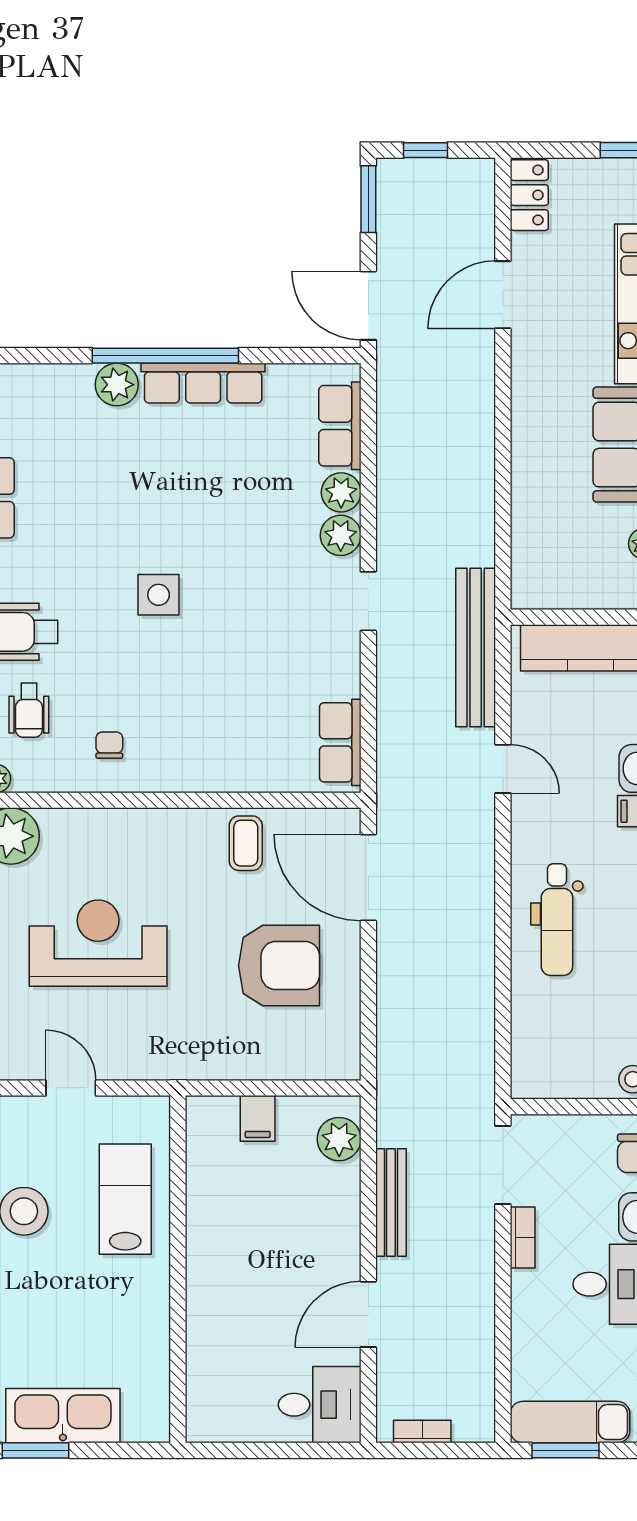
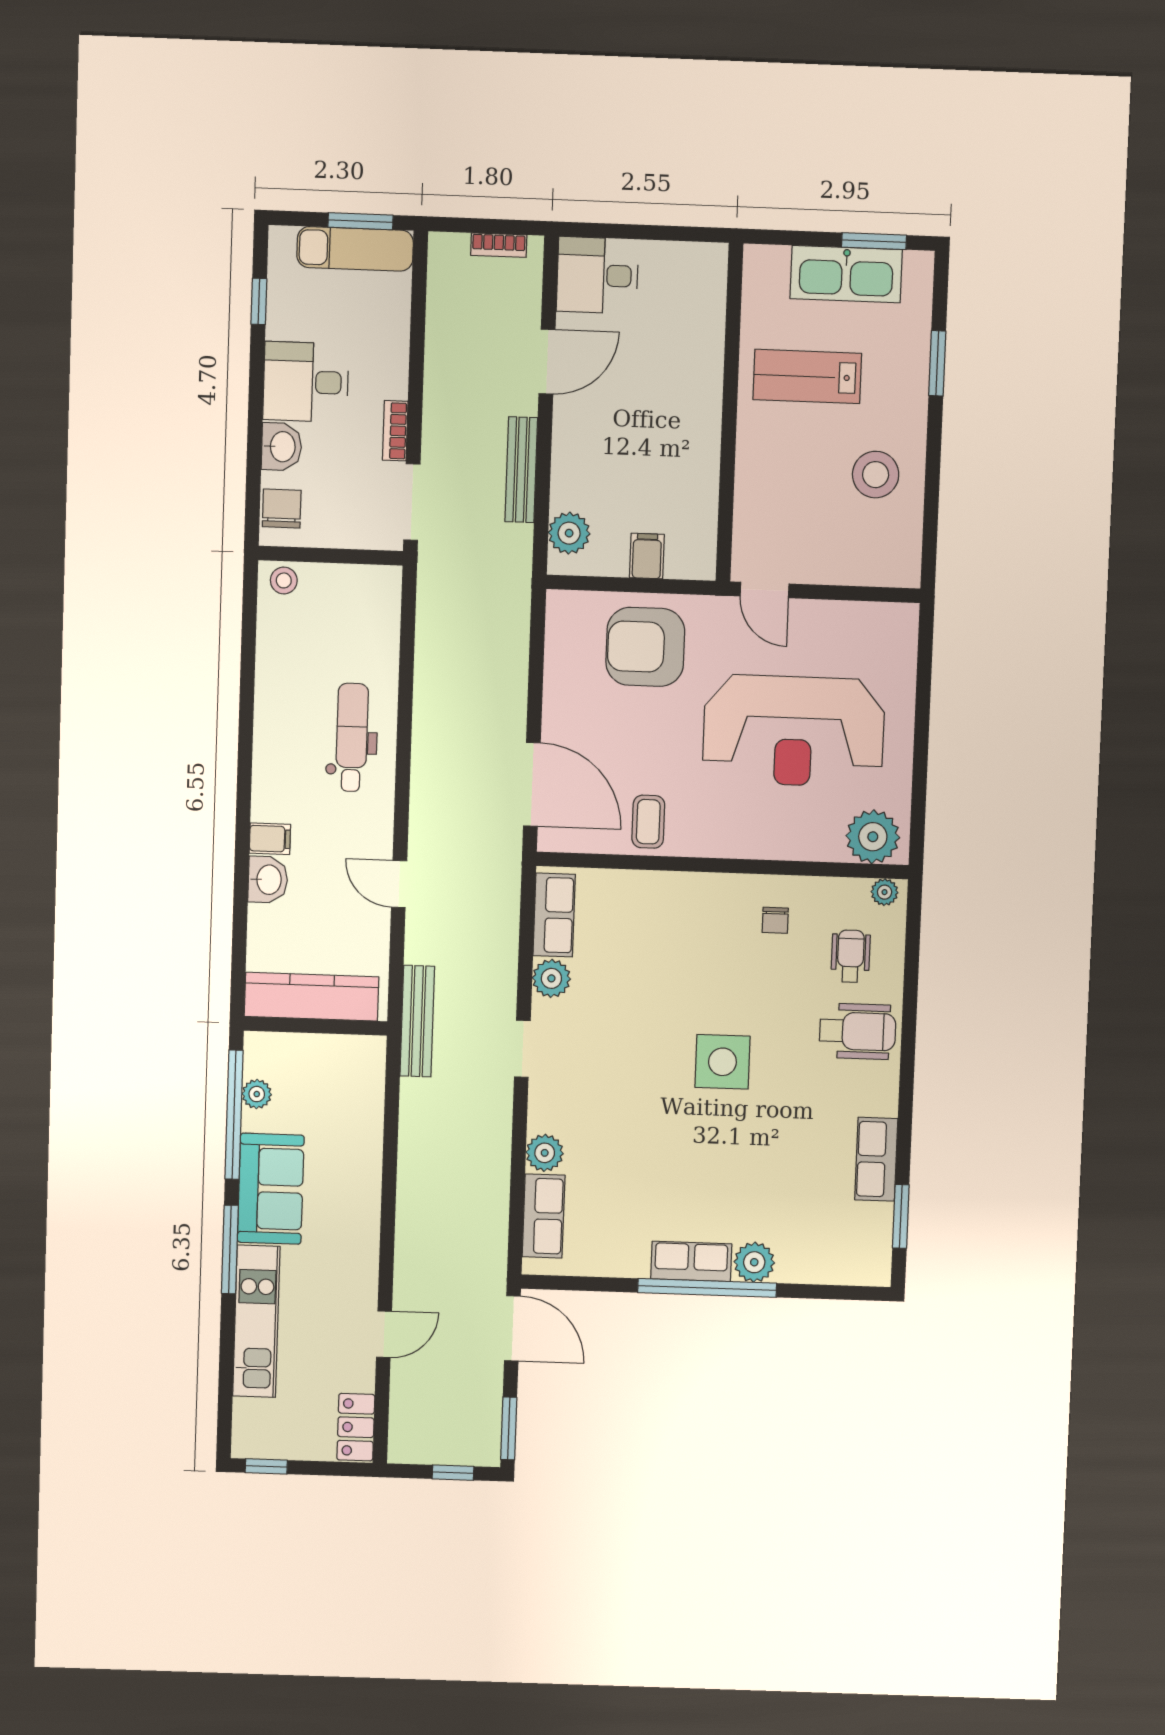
door: (503, 295) -> (384, 1334), width x0.73
row of seats: (203, 383) -> (691, 1261), width x0.68
plant: (341, 535) -> (551, 978), moved
side table: (159, 595) -> (722, 1062), width x1.37, depth x1.37
bench: (476, 647) -> (417, 1021), width x0.73, depth x0.82
reception desk: (98, 943) -> (794, 731), width x1.36, depth x1.30
armchair: (279, 966) -> (645, 647), moved
door: (71, 1088) -> (765, 590), moved
lab bench: (125, 1199) -> (807, 376), moved, turned 90

